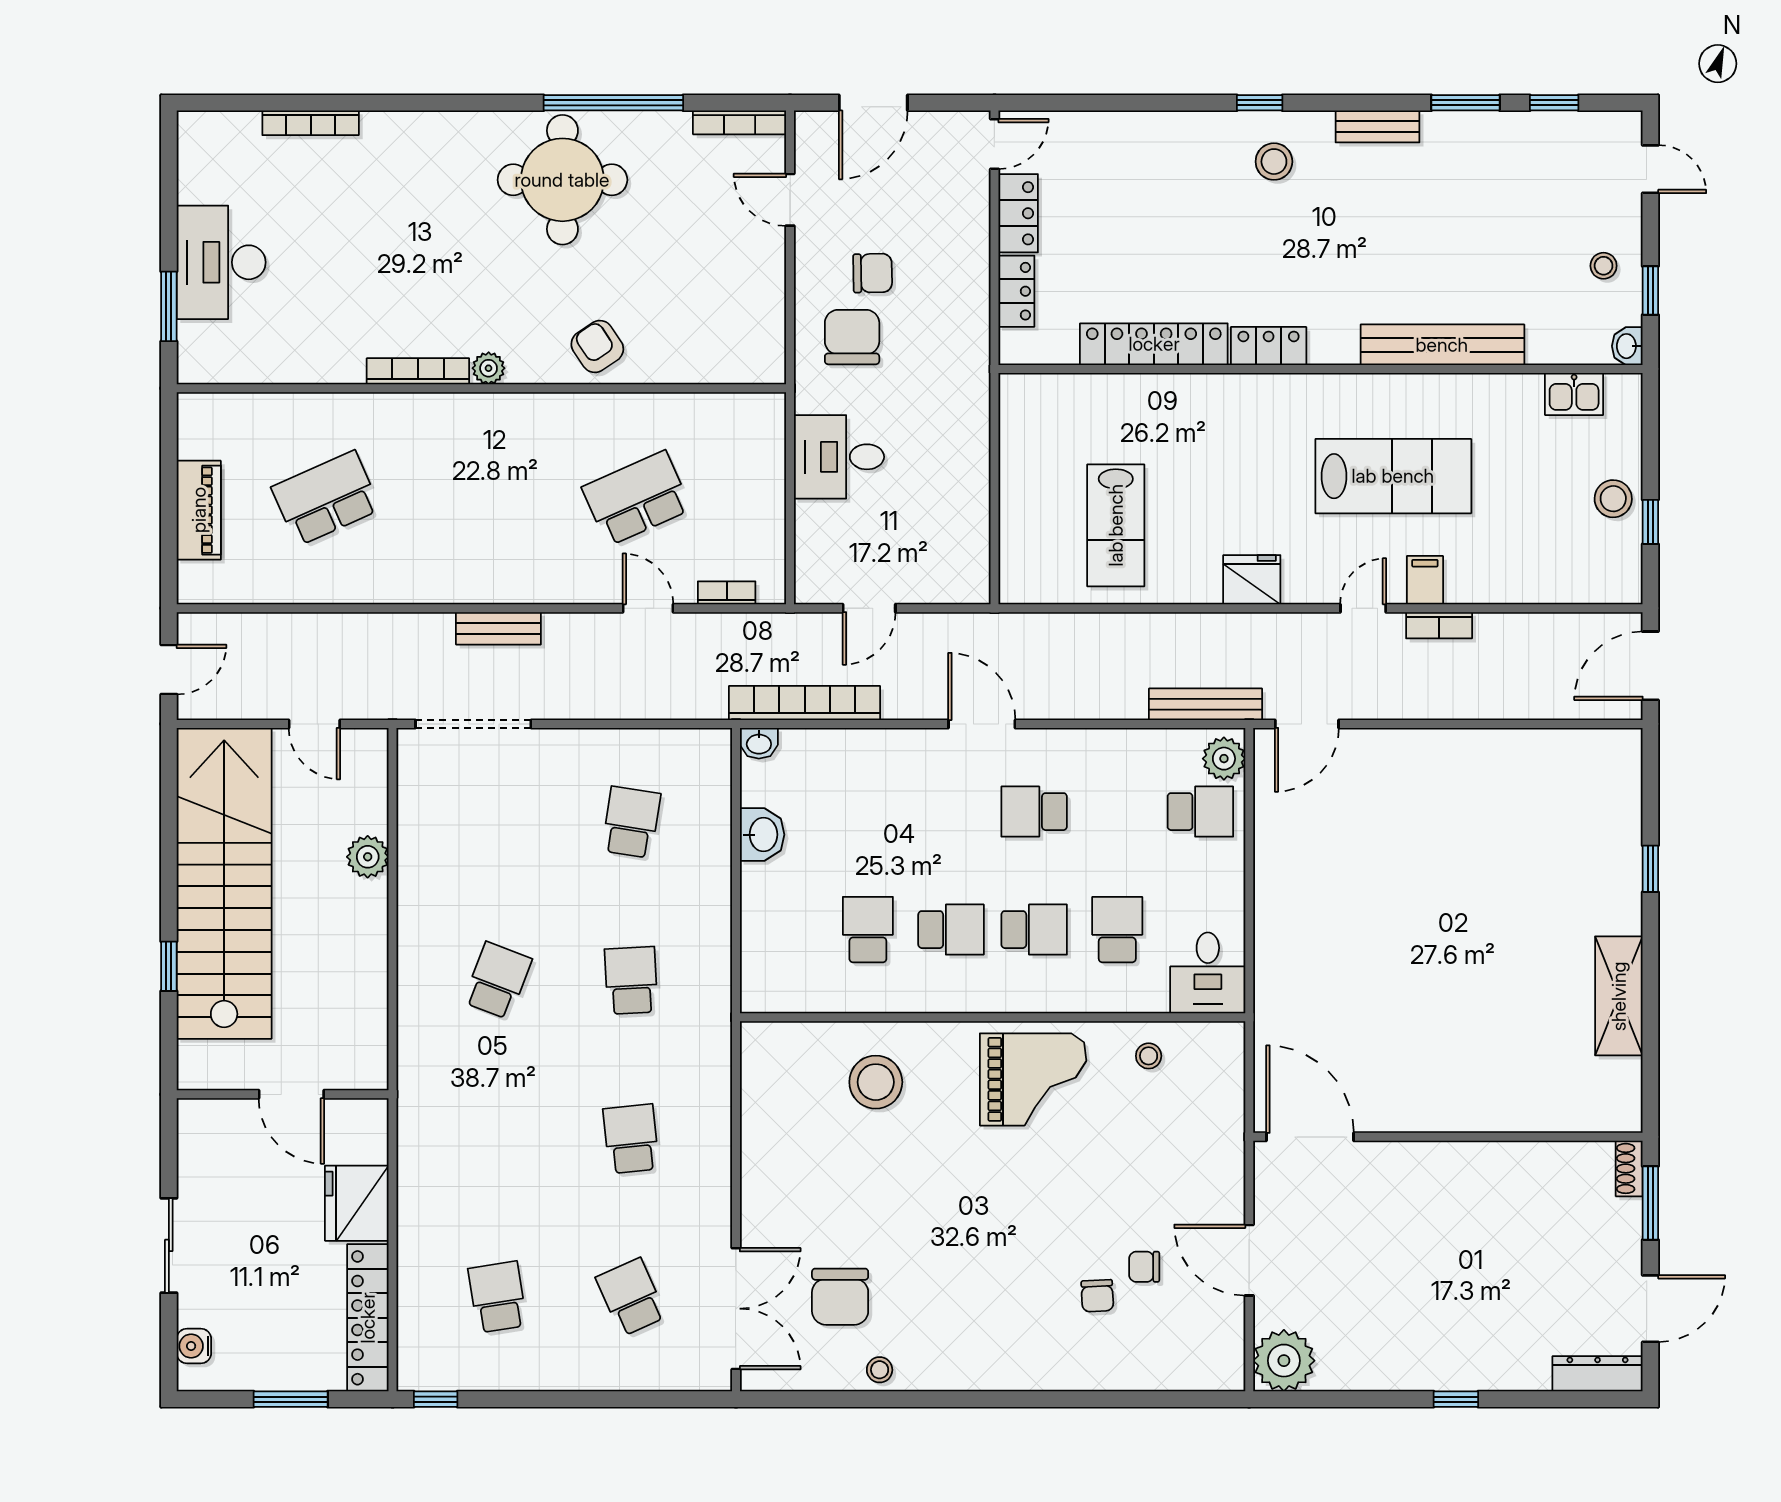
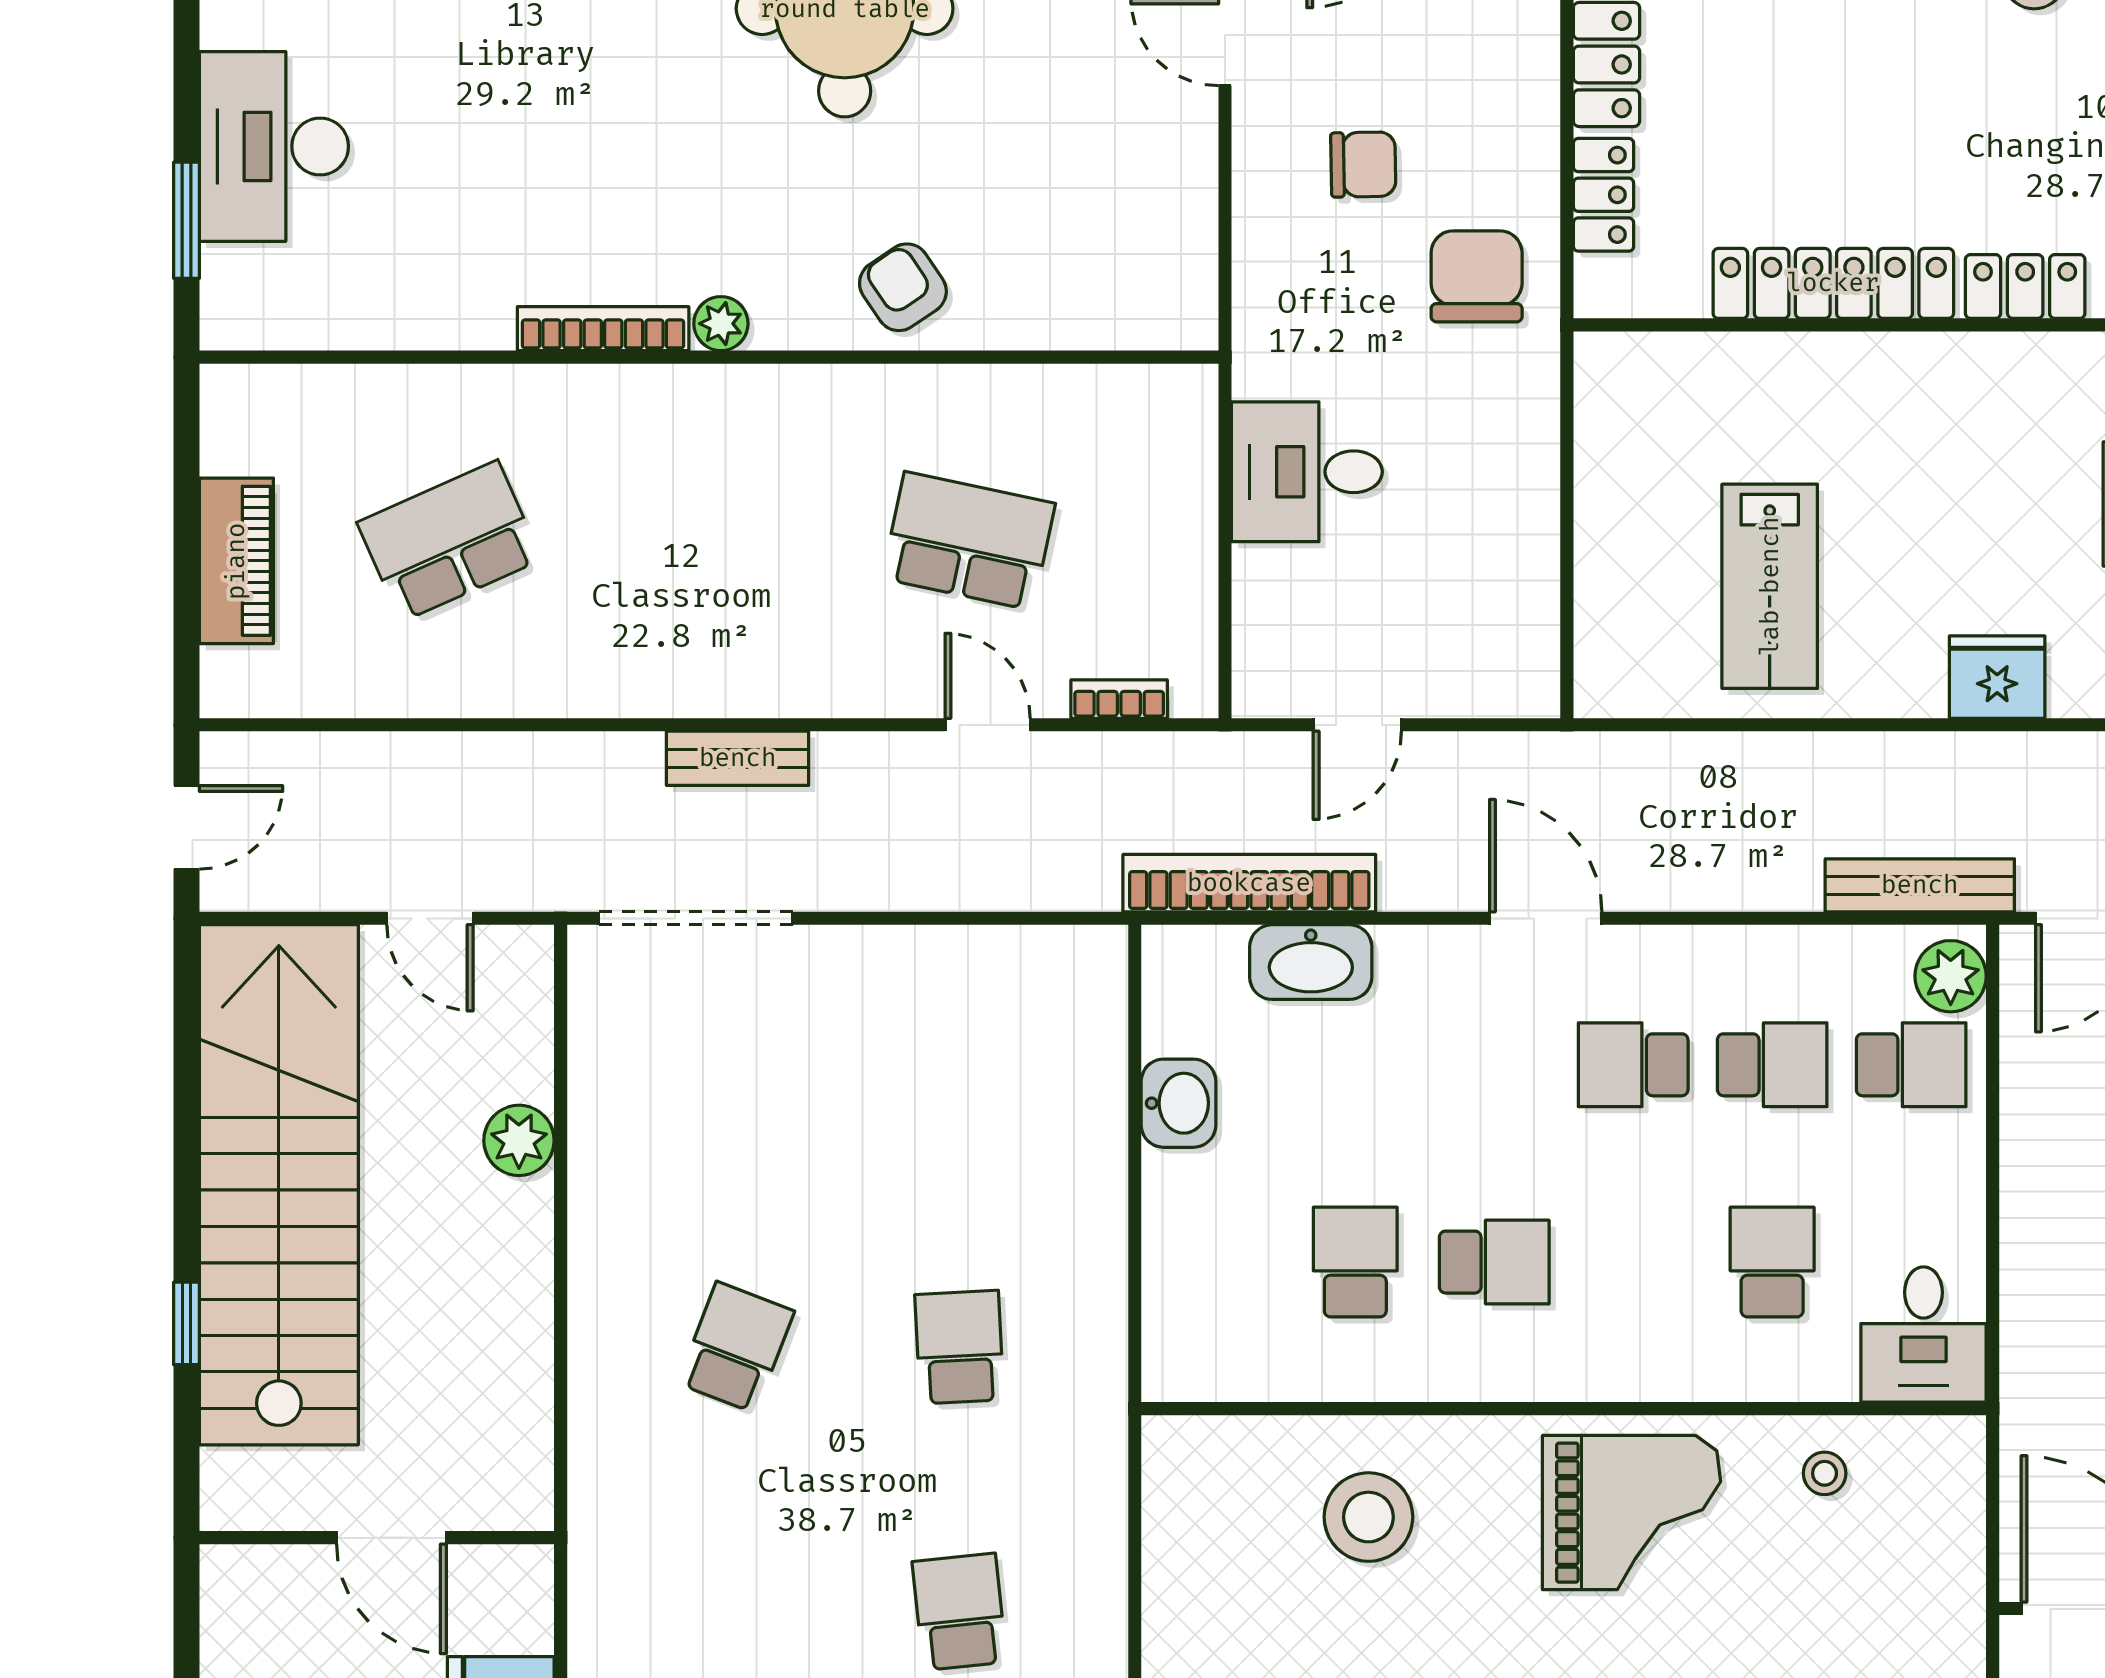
chair: (852, 337) -> (1477, 276), moved
school desk: (637, 498) -> (969, 541), turned 36
washbasin: (759, 743) -> (1311, 962), moved, width x1.91, depth x1.45
school desk: (631, 822) -> (959, 1083), removed
school desk: (1034, 930) -> (1772, 1065), moved

